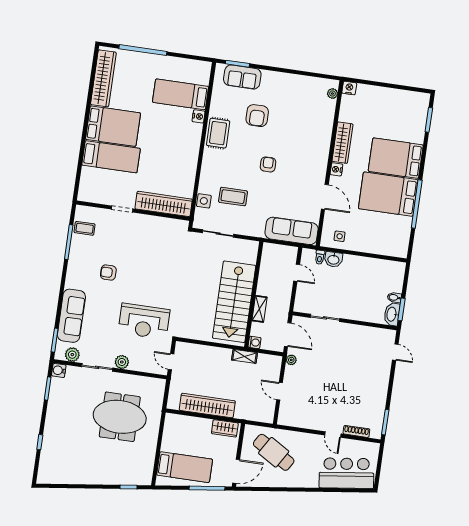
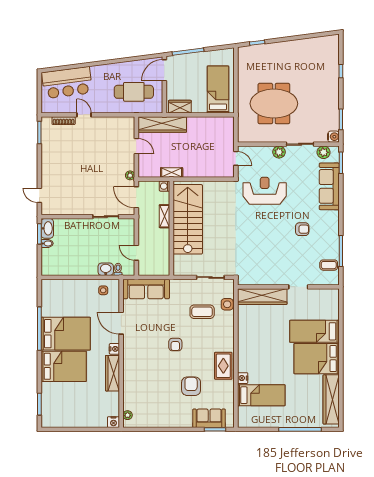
wardrobe: (207, 406) -> (162, 125), moved
cafe table: (274, 452) -> (134, 92), turned -31
bed: (185, 467) -> (218, 90), moved, turned 90

